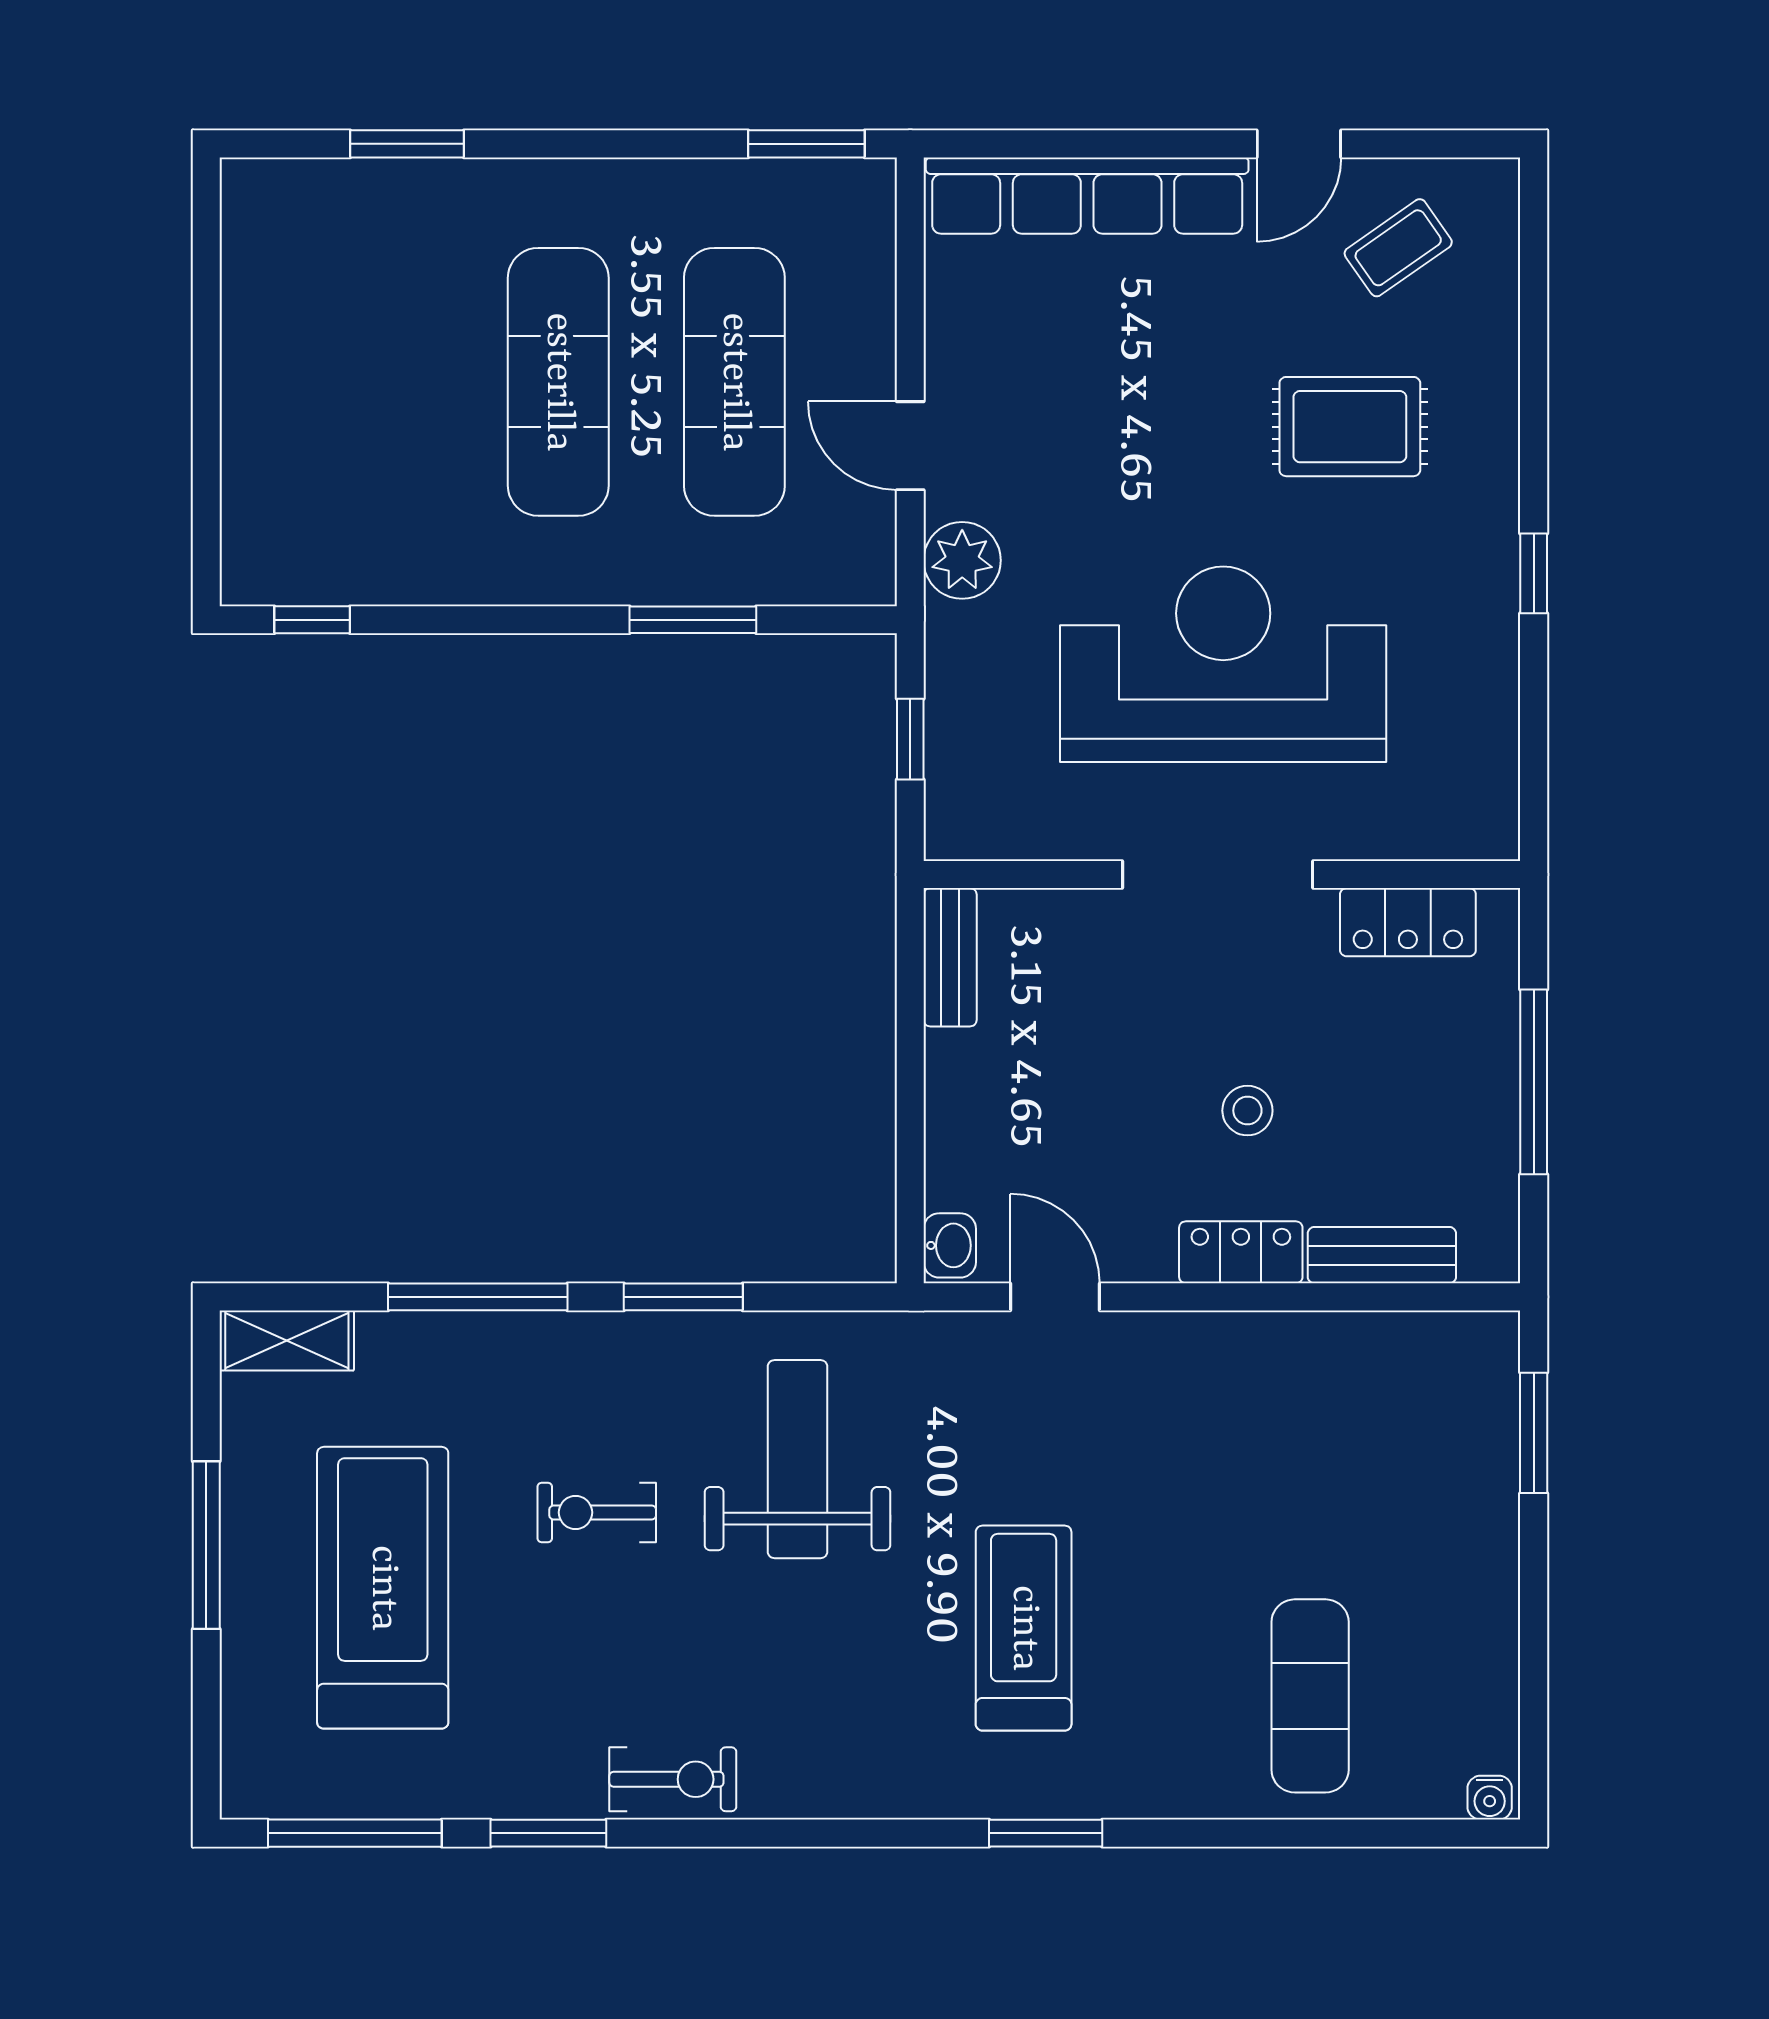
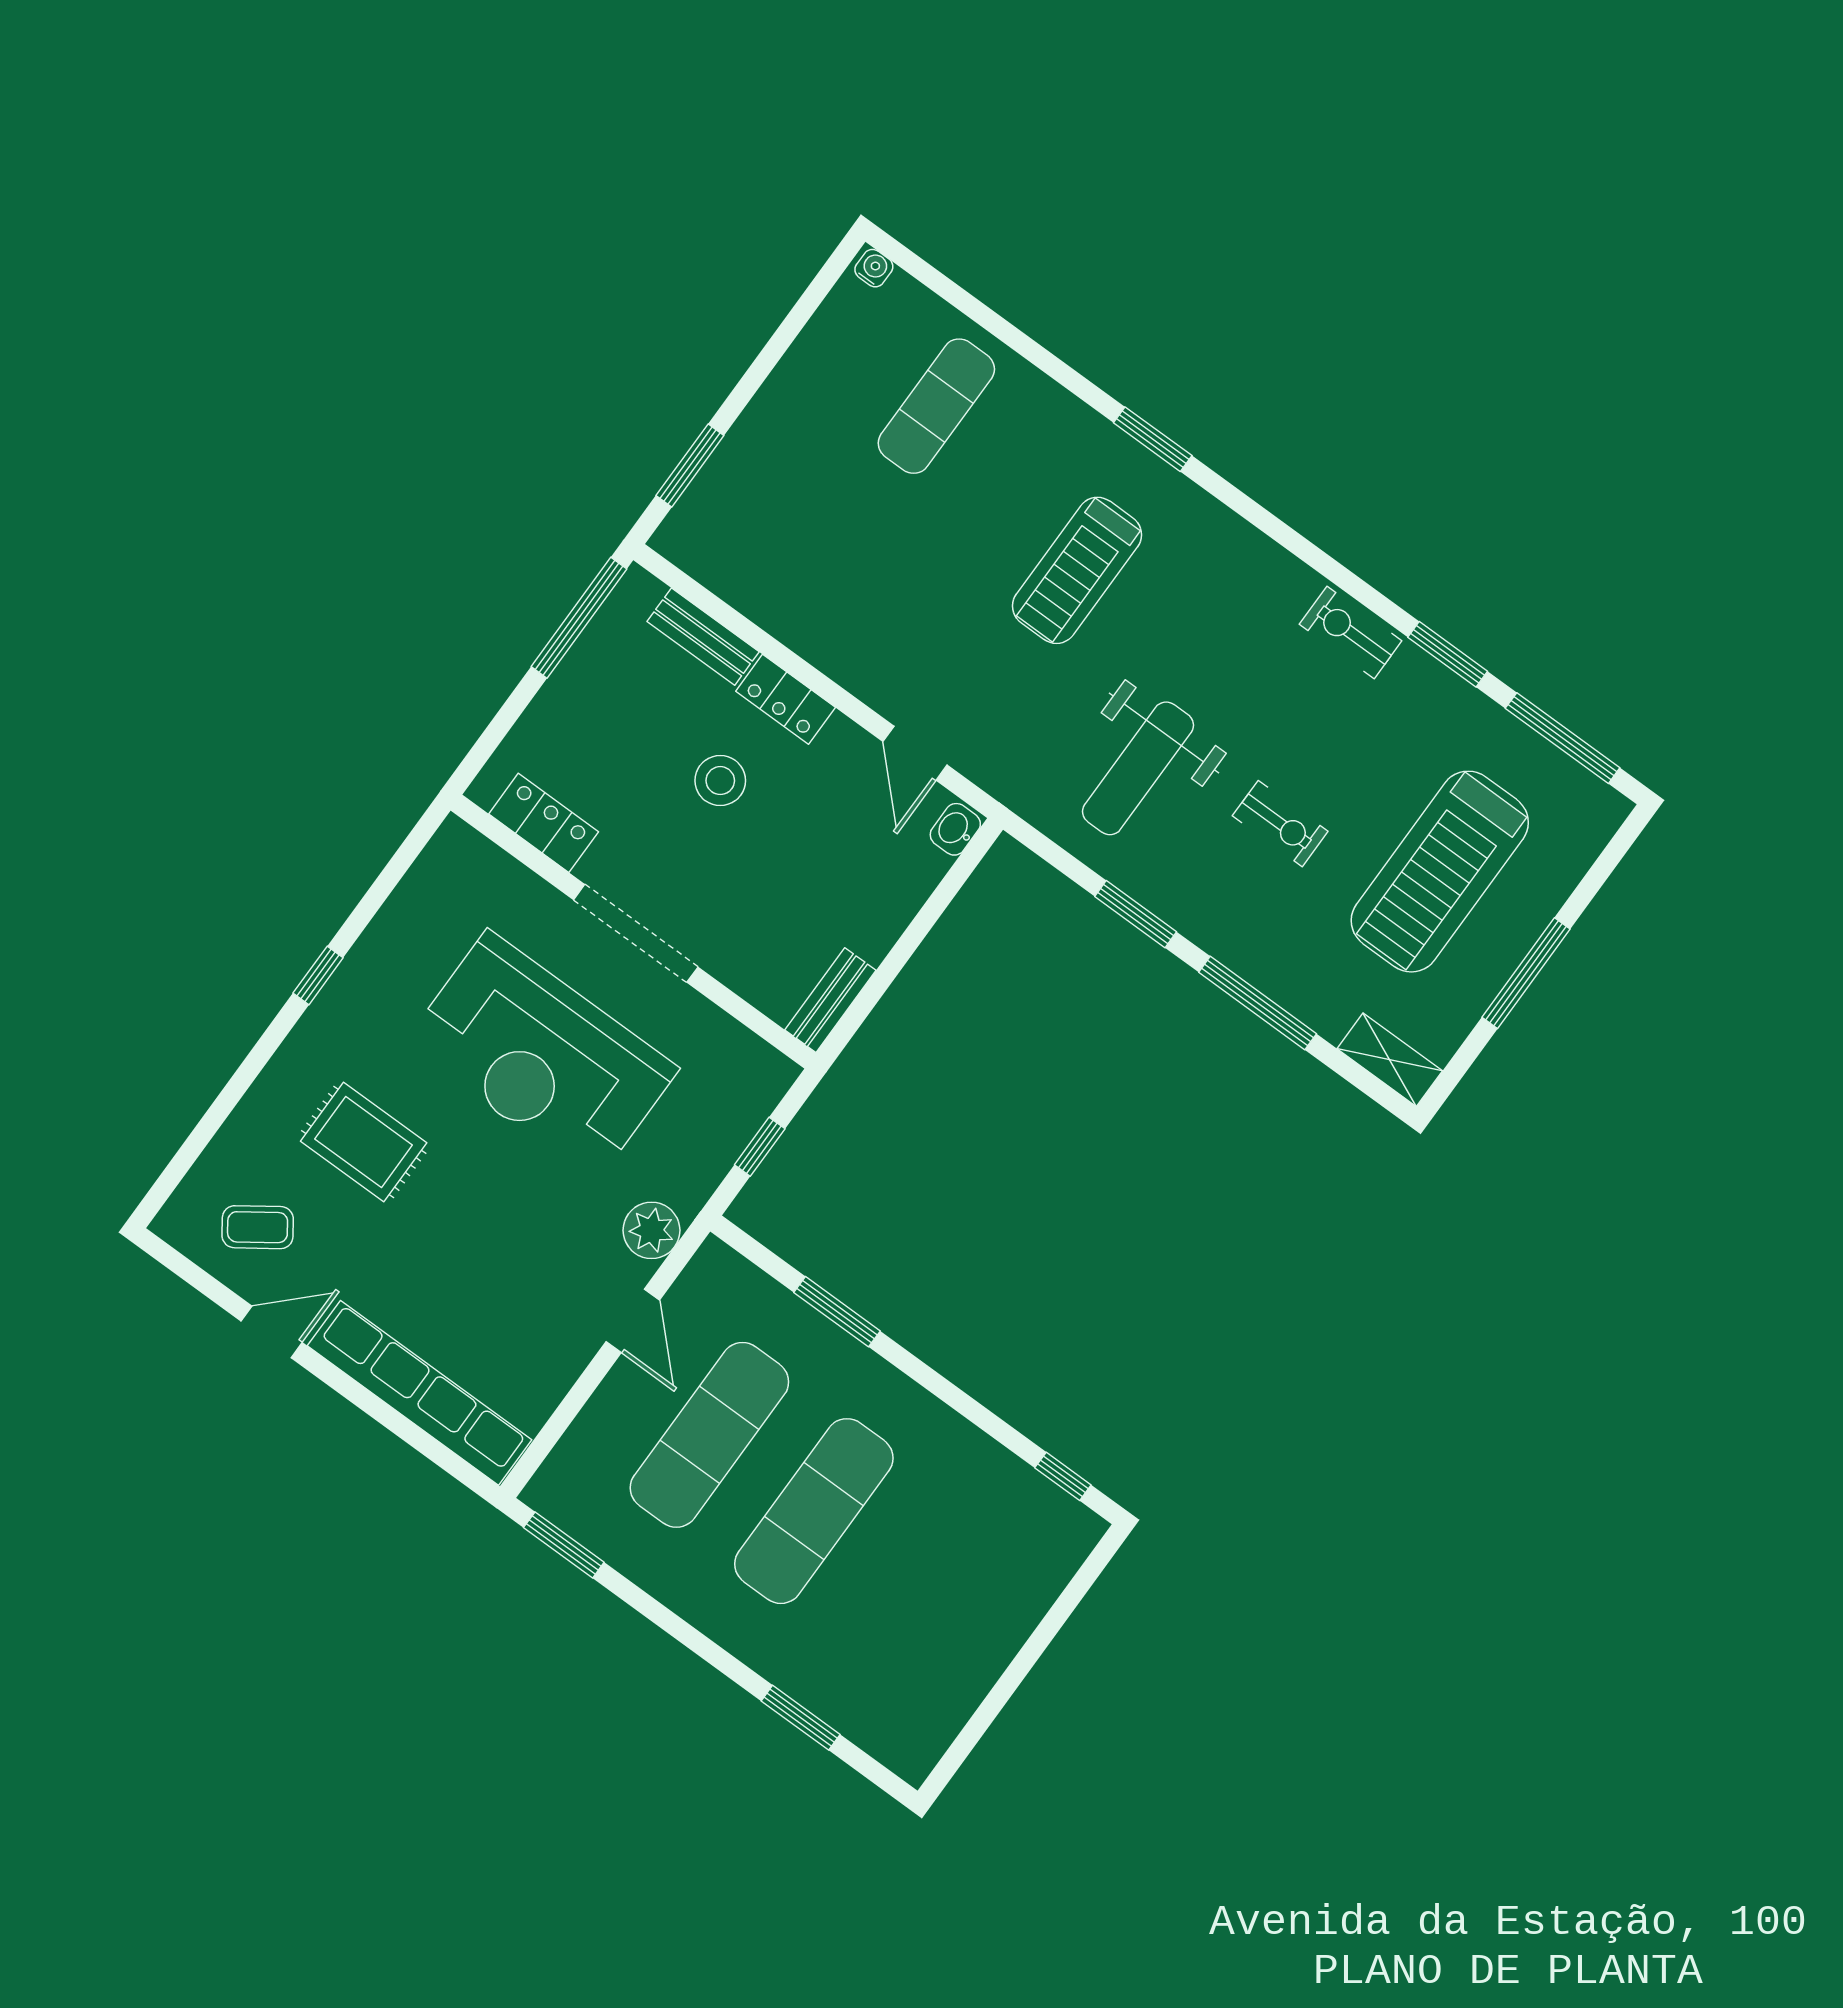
window: (1534, 1082) -> (579, 618), moved
stool: (1247, 1111) -> (720, 781), width x1.37, depth x1.37

